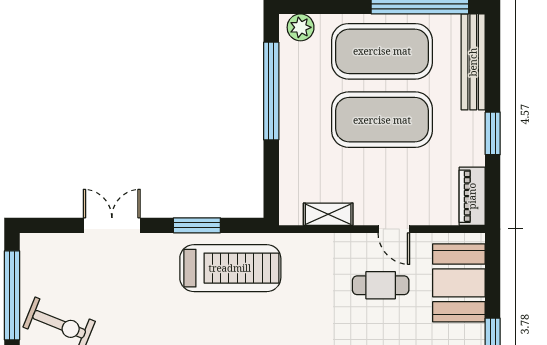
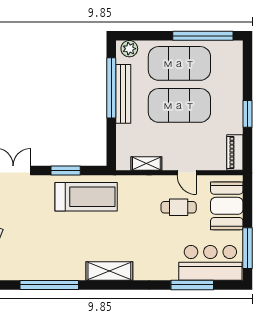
bench: (473, 62) -> (123, 94), moved

